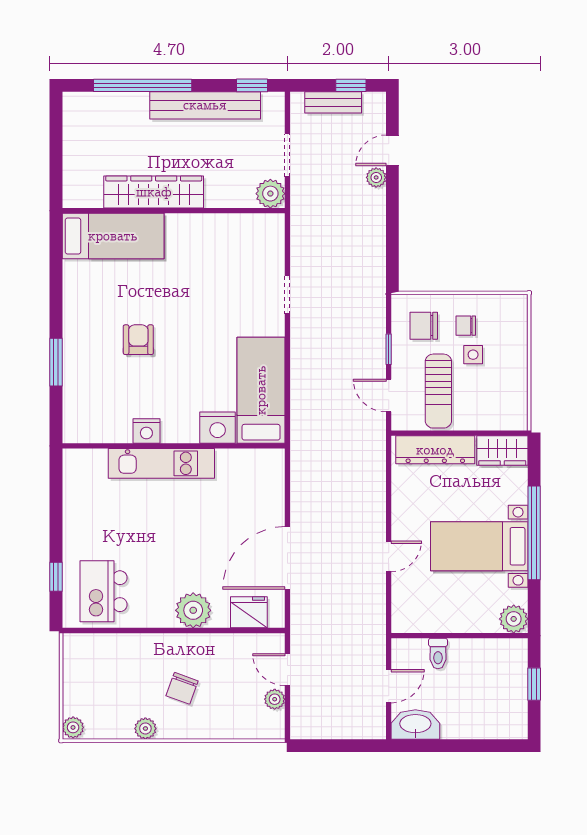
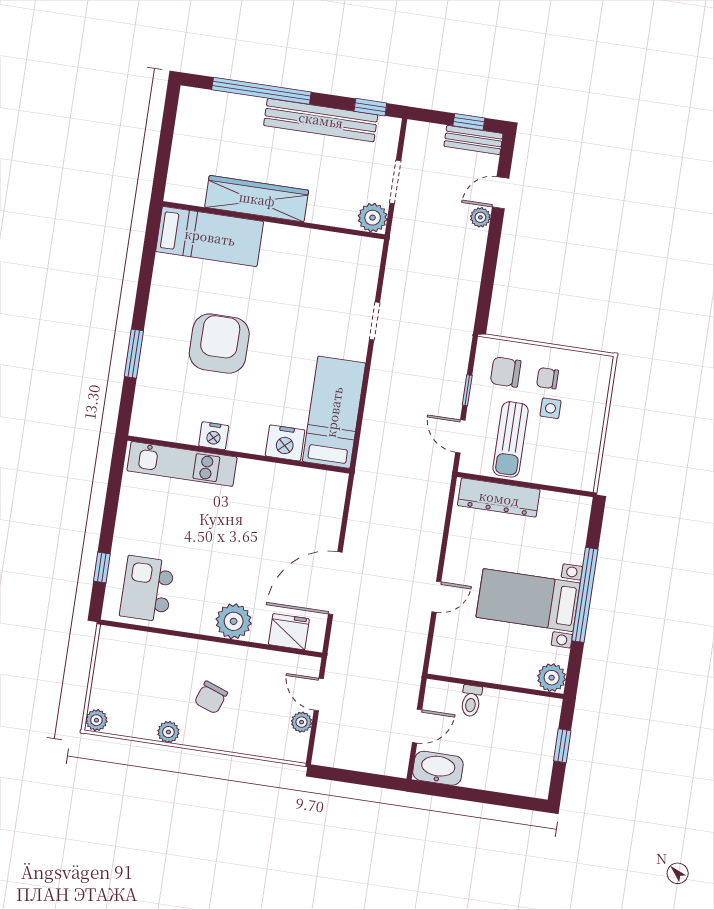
bench: (333, 102) -> (473, 140), moved
armchair: (138, 340) -> (219, 344), width x1.88, depth x1.88
wardrobe: (502, 451) -> (565, 508), removed
kitchen unit: (161, 463) -> (182, 464), moved

